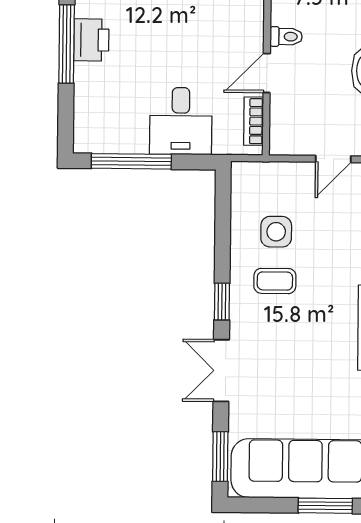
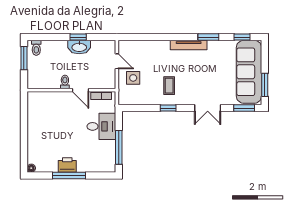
side table: (276, 232) -> (133, 78), moved
window: (222, 302) -> (168, 108), moved
window: (325, 506) -> (265, 85), moved

